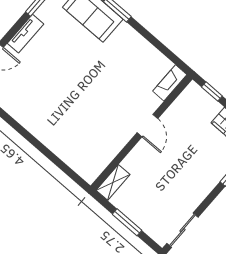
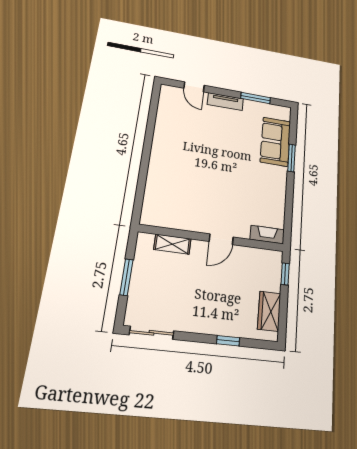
shelving: (113, 182) -> (172, 244), moved

